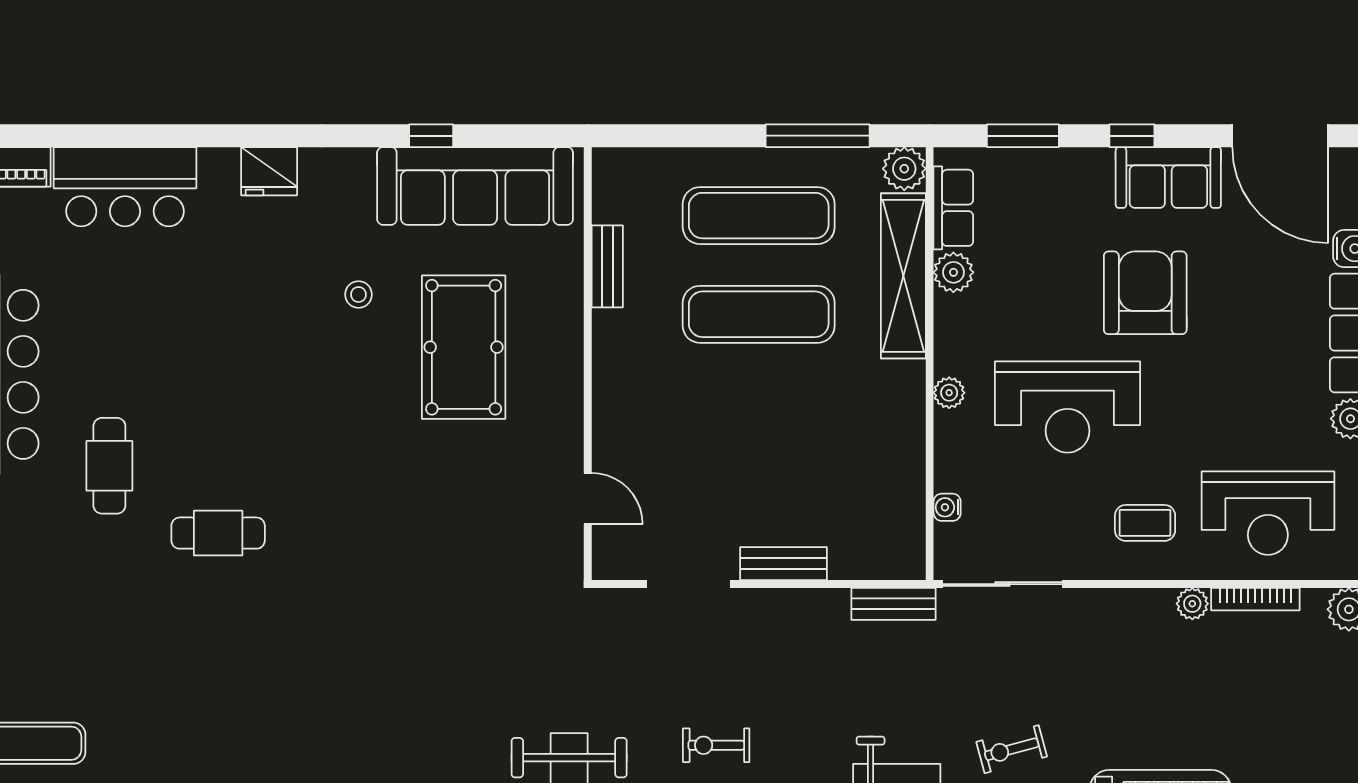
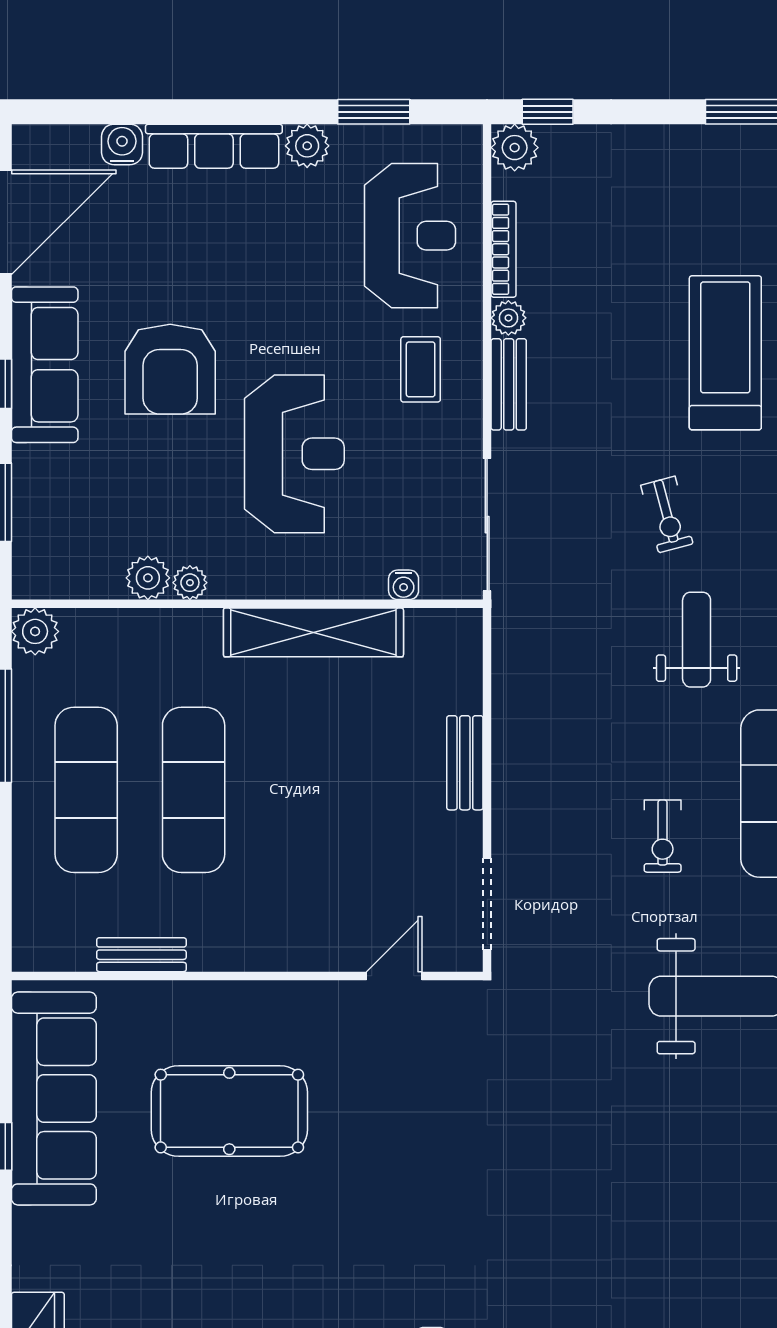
sofa: (1168, 178) -> (45, 365), width x1.36
row of seats: (953, 208) -> (78, 578), removed
shelving: (903, 276) -> (313, 632), moved
armchair: (1145, 293) -> (170, 369), turned -90
stool: (359, 295) -> (172, 1225), removed
plant: (949, 393) -> (190, 583), moved
doorway: (688, 584) -> (487, 904), moved
bench: (893, 604) -> (509, 384), moved

